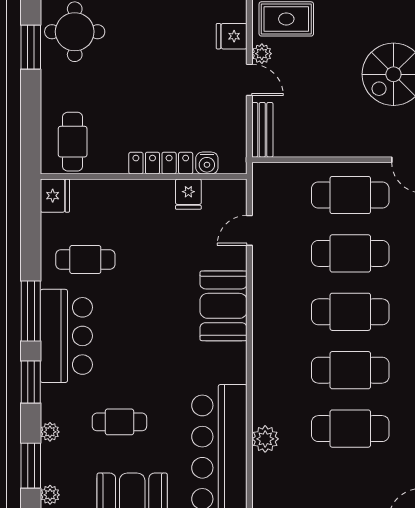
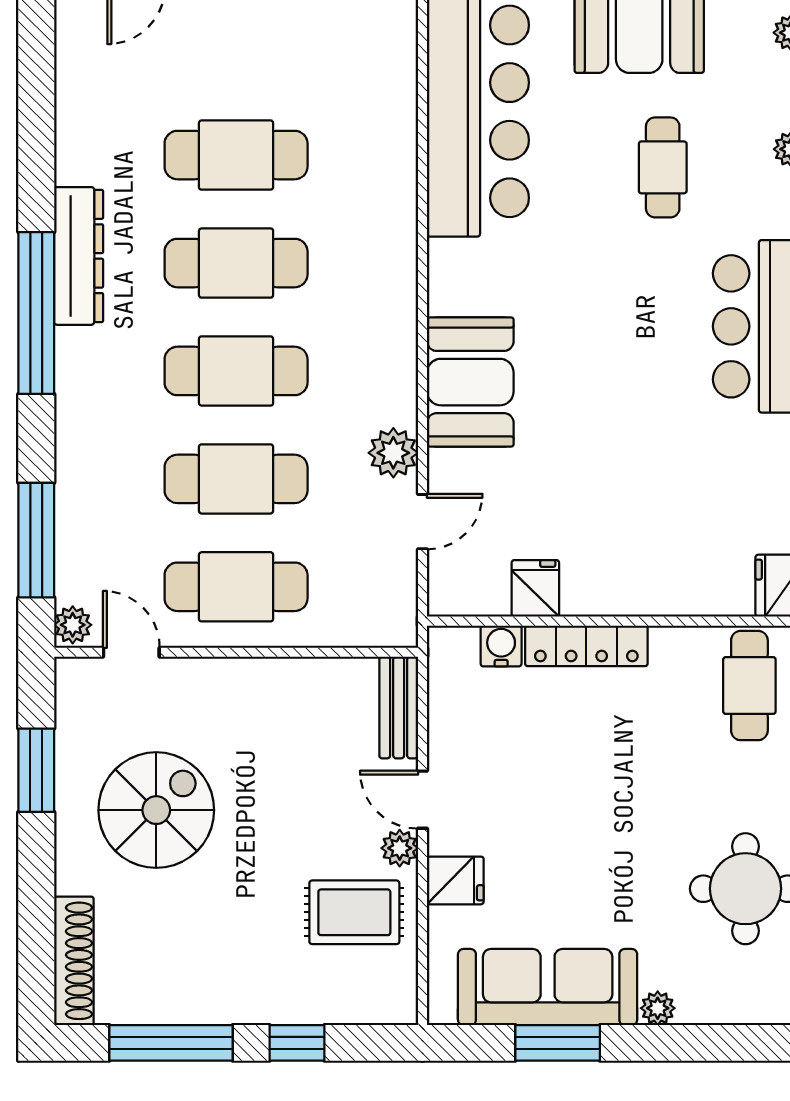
cafe table: (85, 260) -> (726, 468), removed
cafe table: (119, 422) -> (663, 167), turned 90
plant: (265, 439) -> (393, 453), moved

